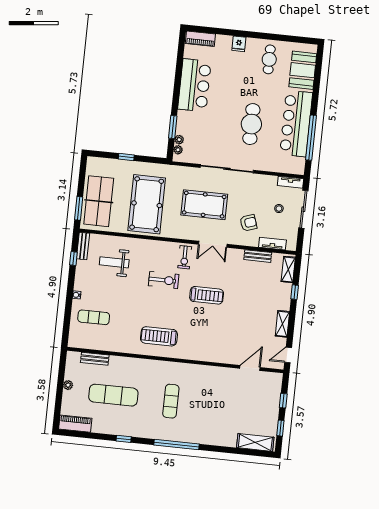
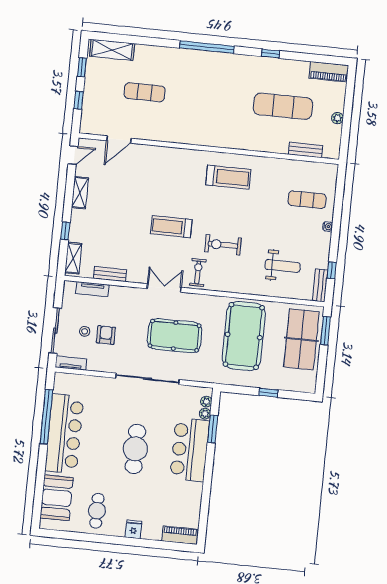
bar counter: (194, 85) -> (190, 450), moved
cafe table: (251, 124) -> (135, 449), moved
armchair: (248, 223) -> (106, 335), moved, turned 109
exercise mat: (171, 401) -> (145, 92), moved, turned 90

